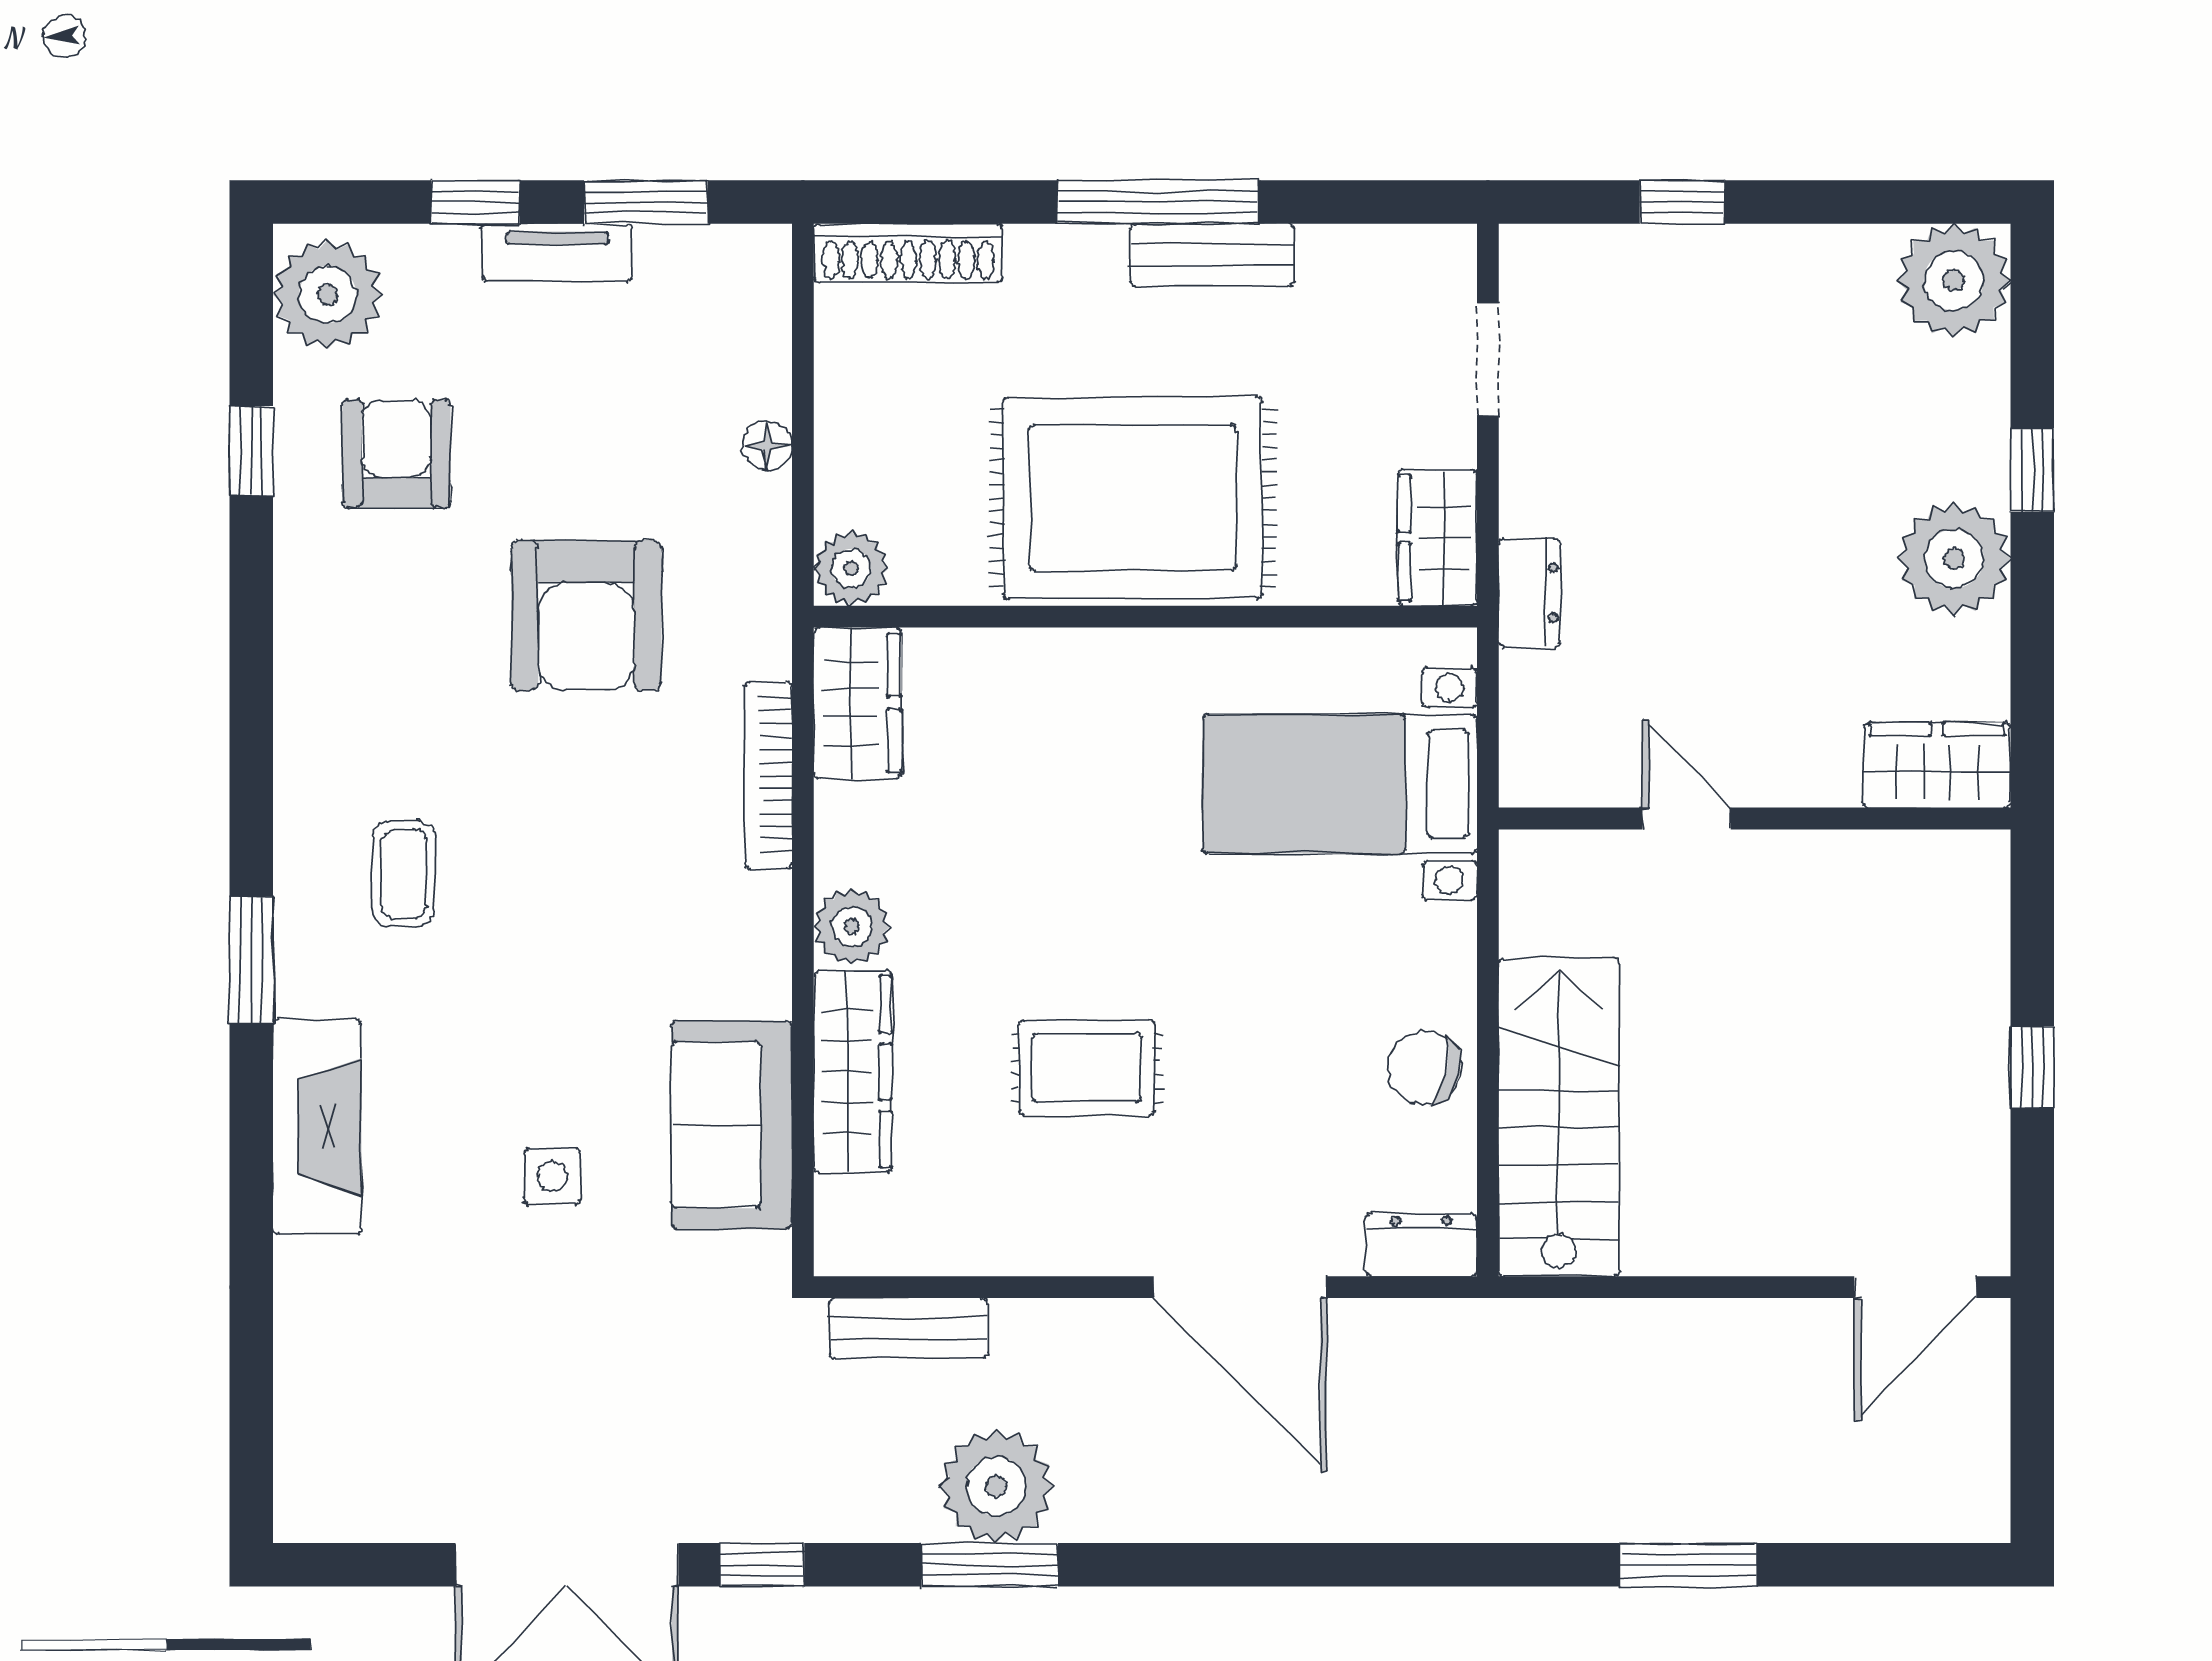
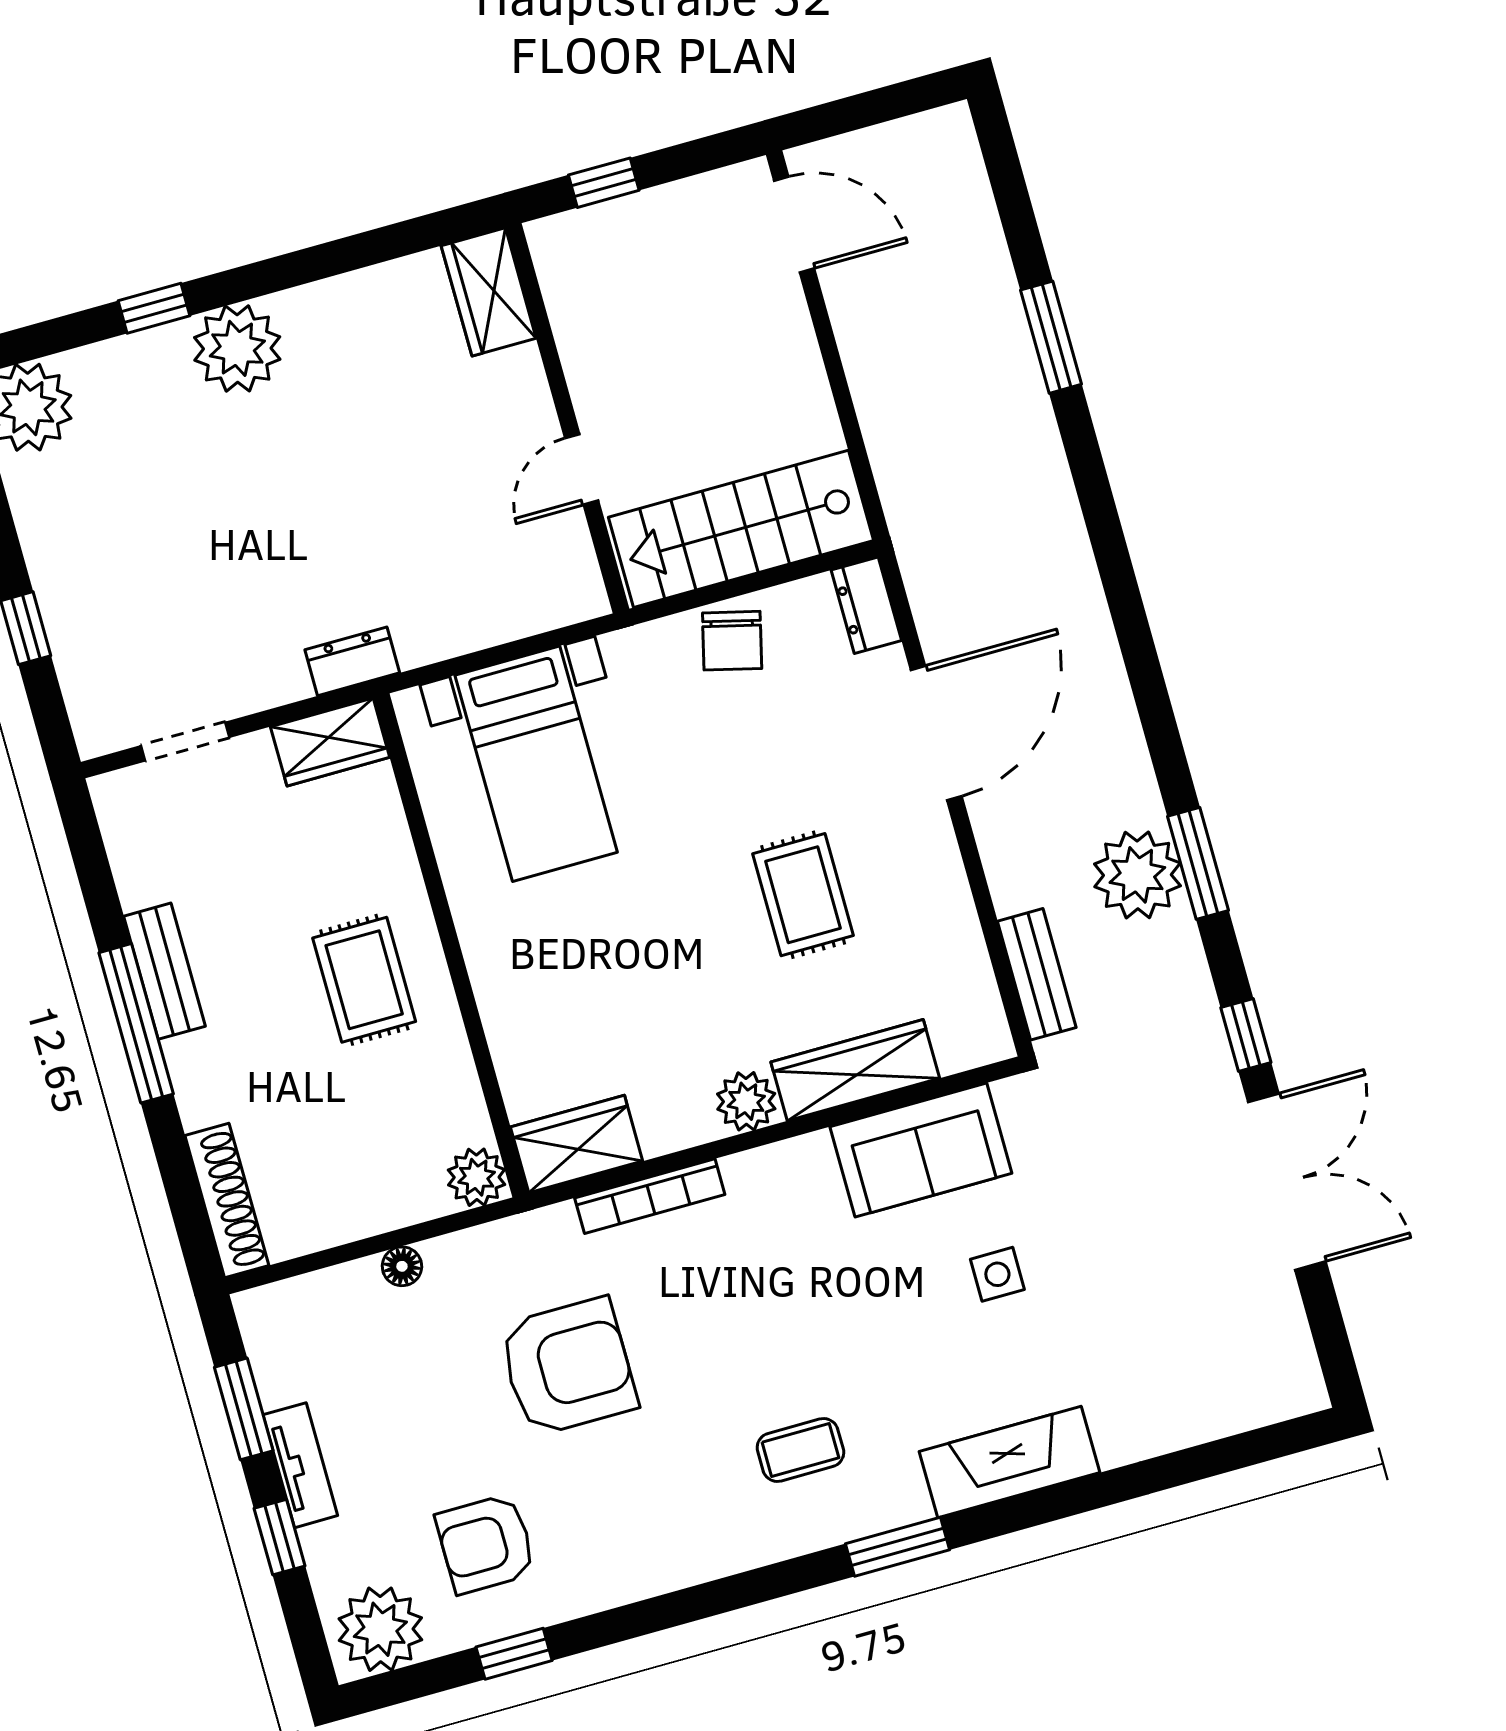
rug: (1133, 498) -> (364, 980), width x0.54, depth x0.49
wardrobe: (1937, 765) -> (489, 292), moved
door: (1687, 819) -> (582, 469), moved
wall: (1755, 819) -> (567, 418), moved

